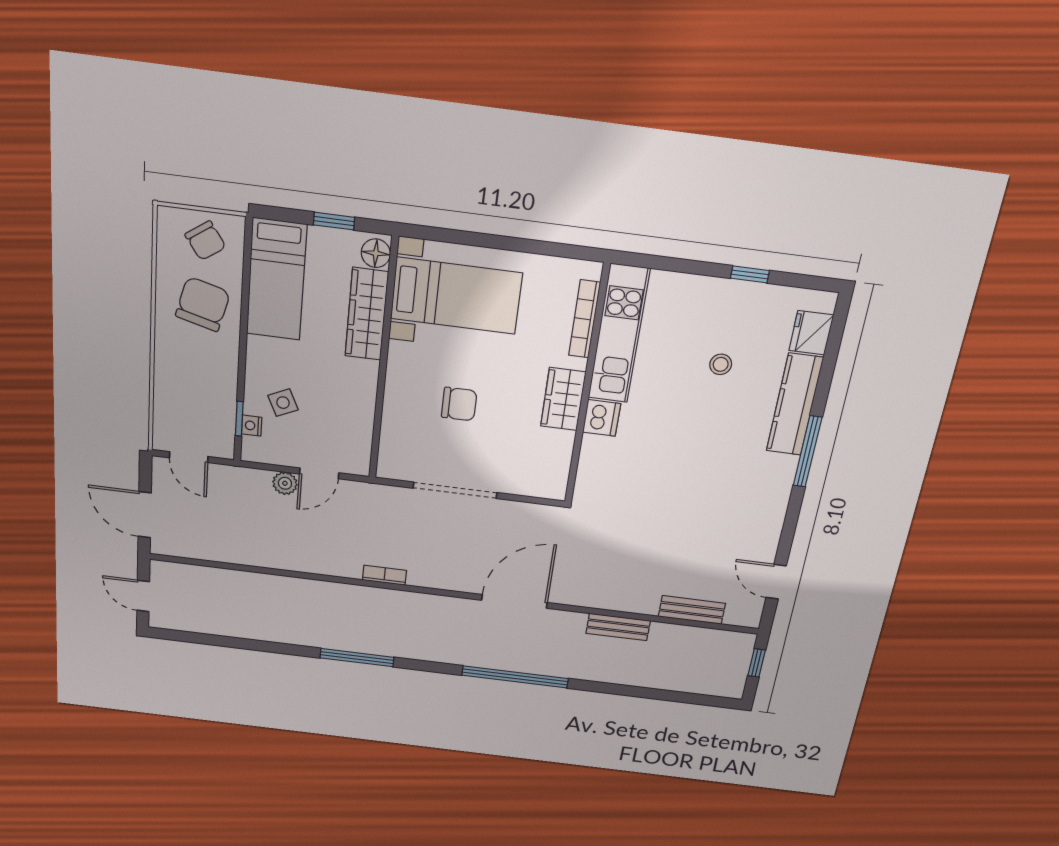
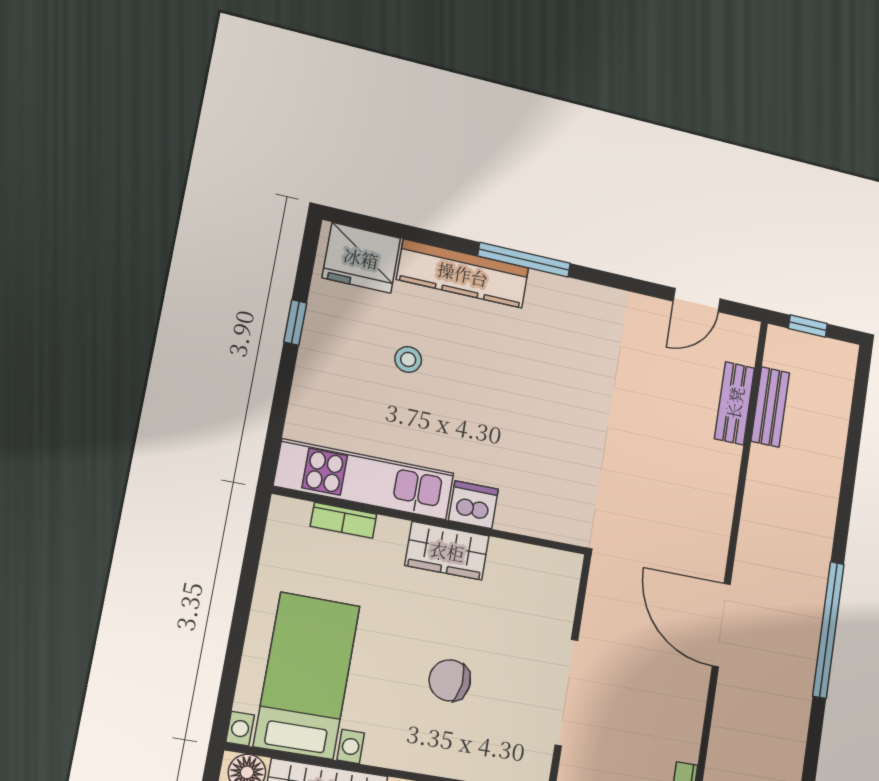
bookcase: (584, 319) -> (344, 520), width x0.64
fridge: (811, 333) -> (361, 258), width x1.36, depth x1.34
chair: (459, 404) -> (450, 680), turned -83
bench: (618, 627) -> (770, 407), moved

